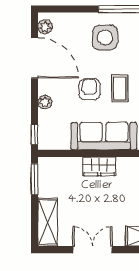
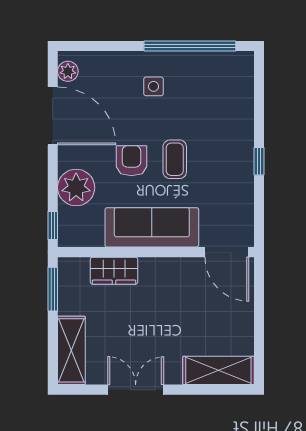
side table: (105, 37) -> (154, 86), width x0.54, depth x0.54
plant: (45, 102) -> (76, 187), width x1.87, depth x1.87
wardrobe: (99, 166) -> (114, 271), moved

